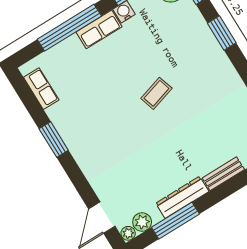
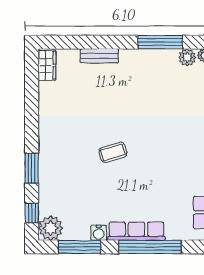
row of seats: (99, 29) -> (136, 231), width x1.48
dresser: (182, 197) -> (143, 57), removed

